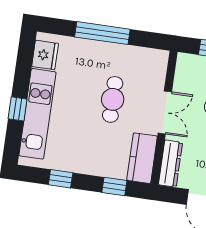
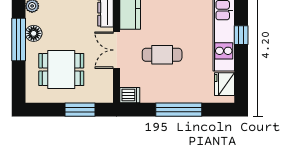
dishwasher: (157, 58) -> (130, 95), added
cafe table: (113, 99) -> (162, 55), turned 90

